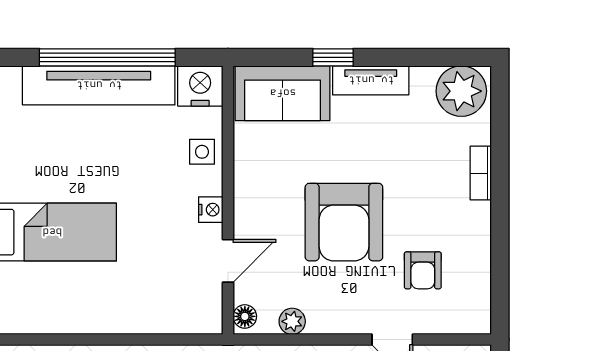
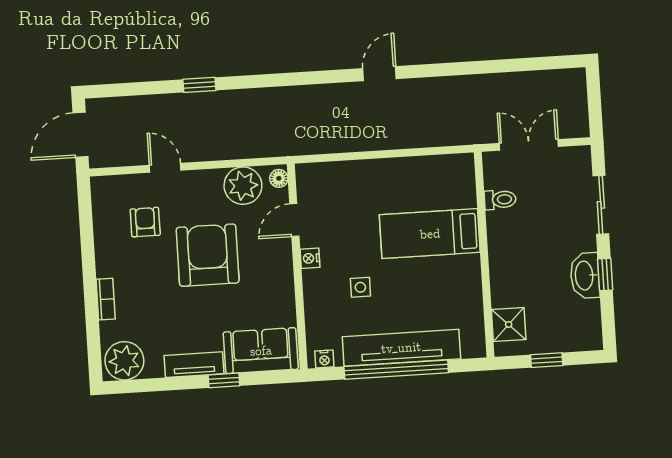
nightstand: (200, 86) -> (324, 359), width x0.53, depth x0.56
side table: (202, 152) -> (360, 287), moved
plant: (292, 321) -> (243, 186), width x1.88, depth x1.88

